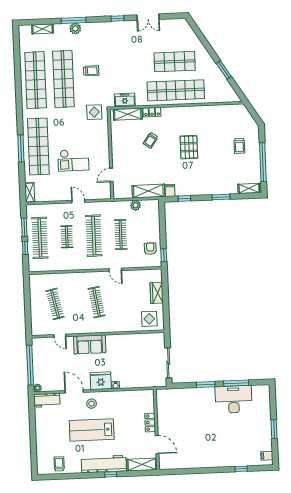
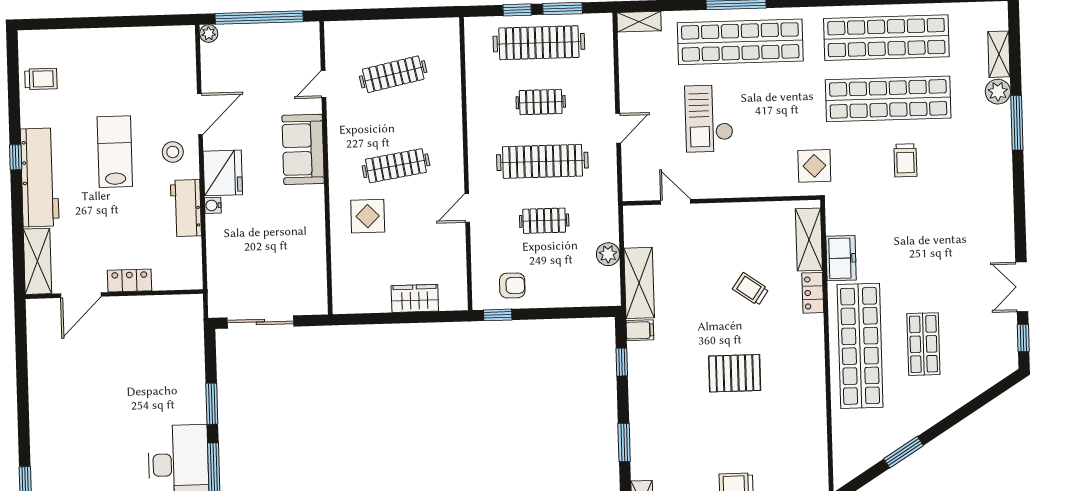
window: (117, 18) -> (1023, 338), moved
plant: (75, 28) -> (998, 92), moved
shop shelf: (175, 62) -> (923, 344), width x0.70, depth x0.74
freezer: (125, 100) -> (841, 258), moved
clothes rail: (121, 234) -> (544, 221), width x0.73
display table: (149, 319) -> (368, 216), moved
workbench: (47, 400) -> (186, 208), moved
lab bench: (92, 430) -> (115, 152), width x0.73, depth x0.72
window: (111, 474) -> (16, 157), moved

